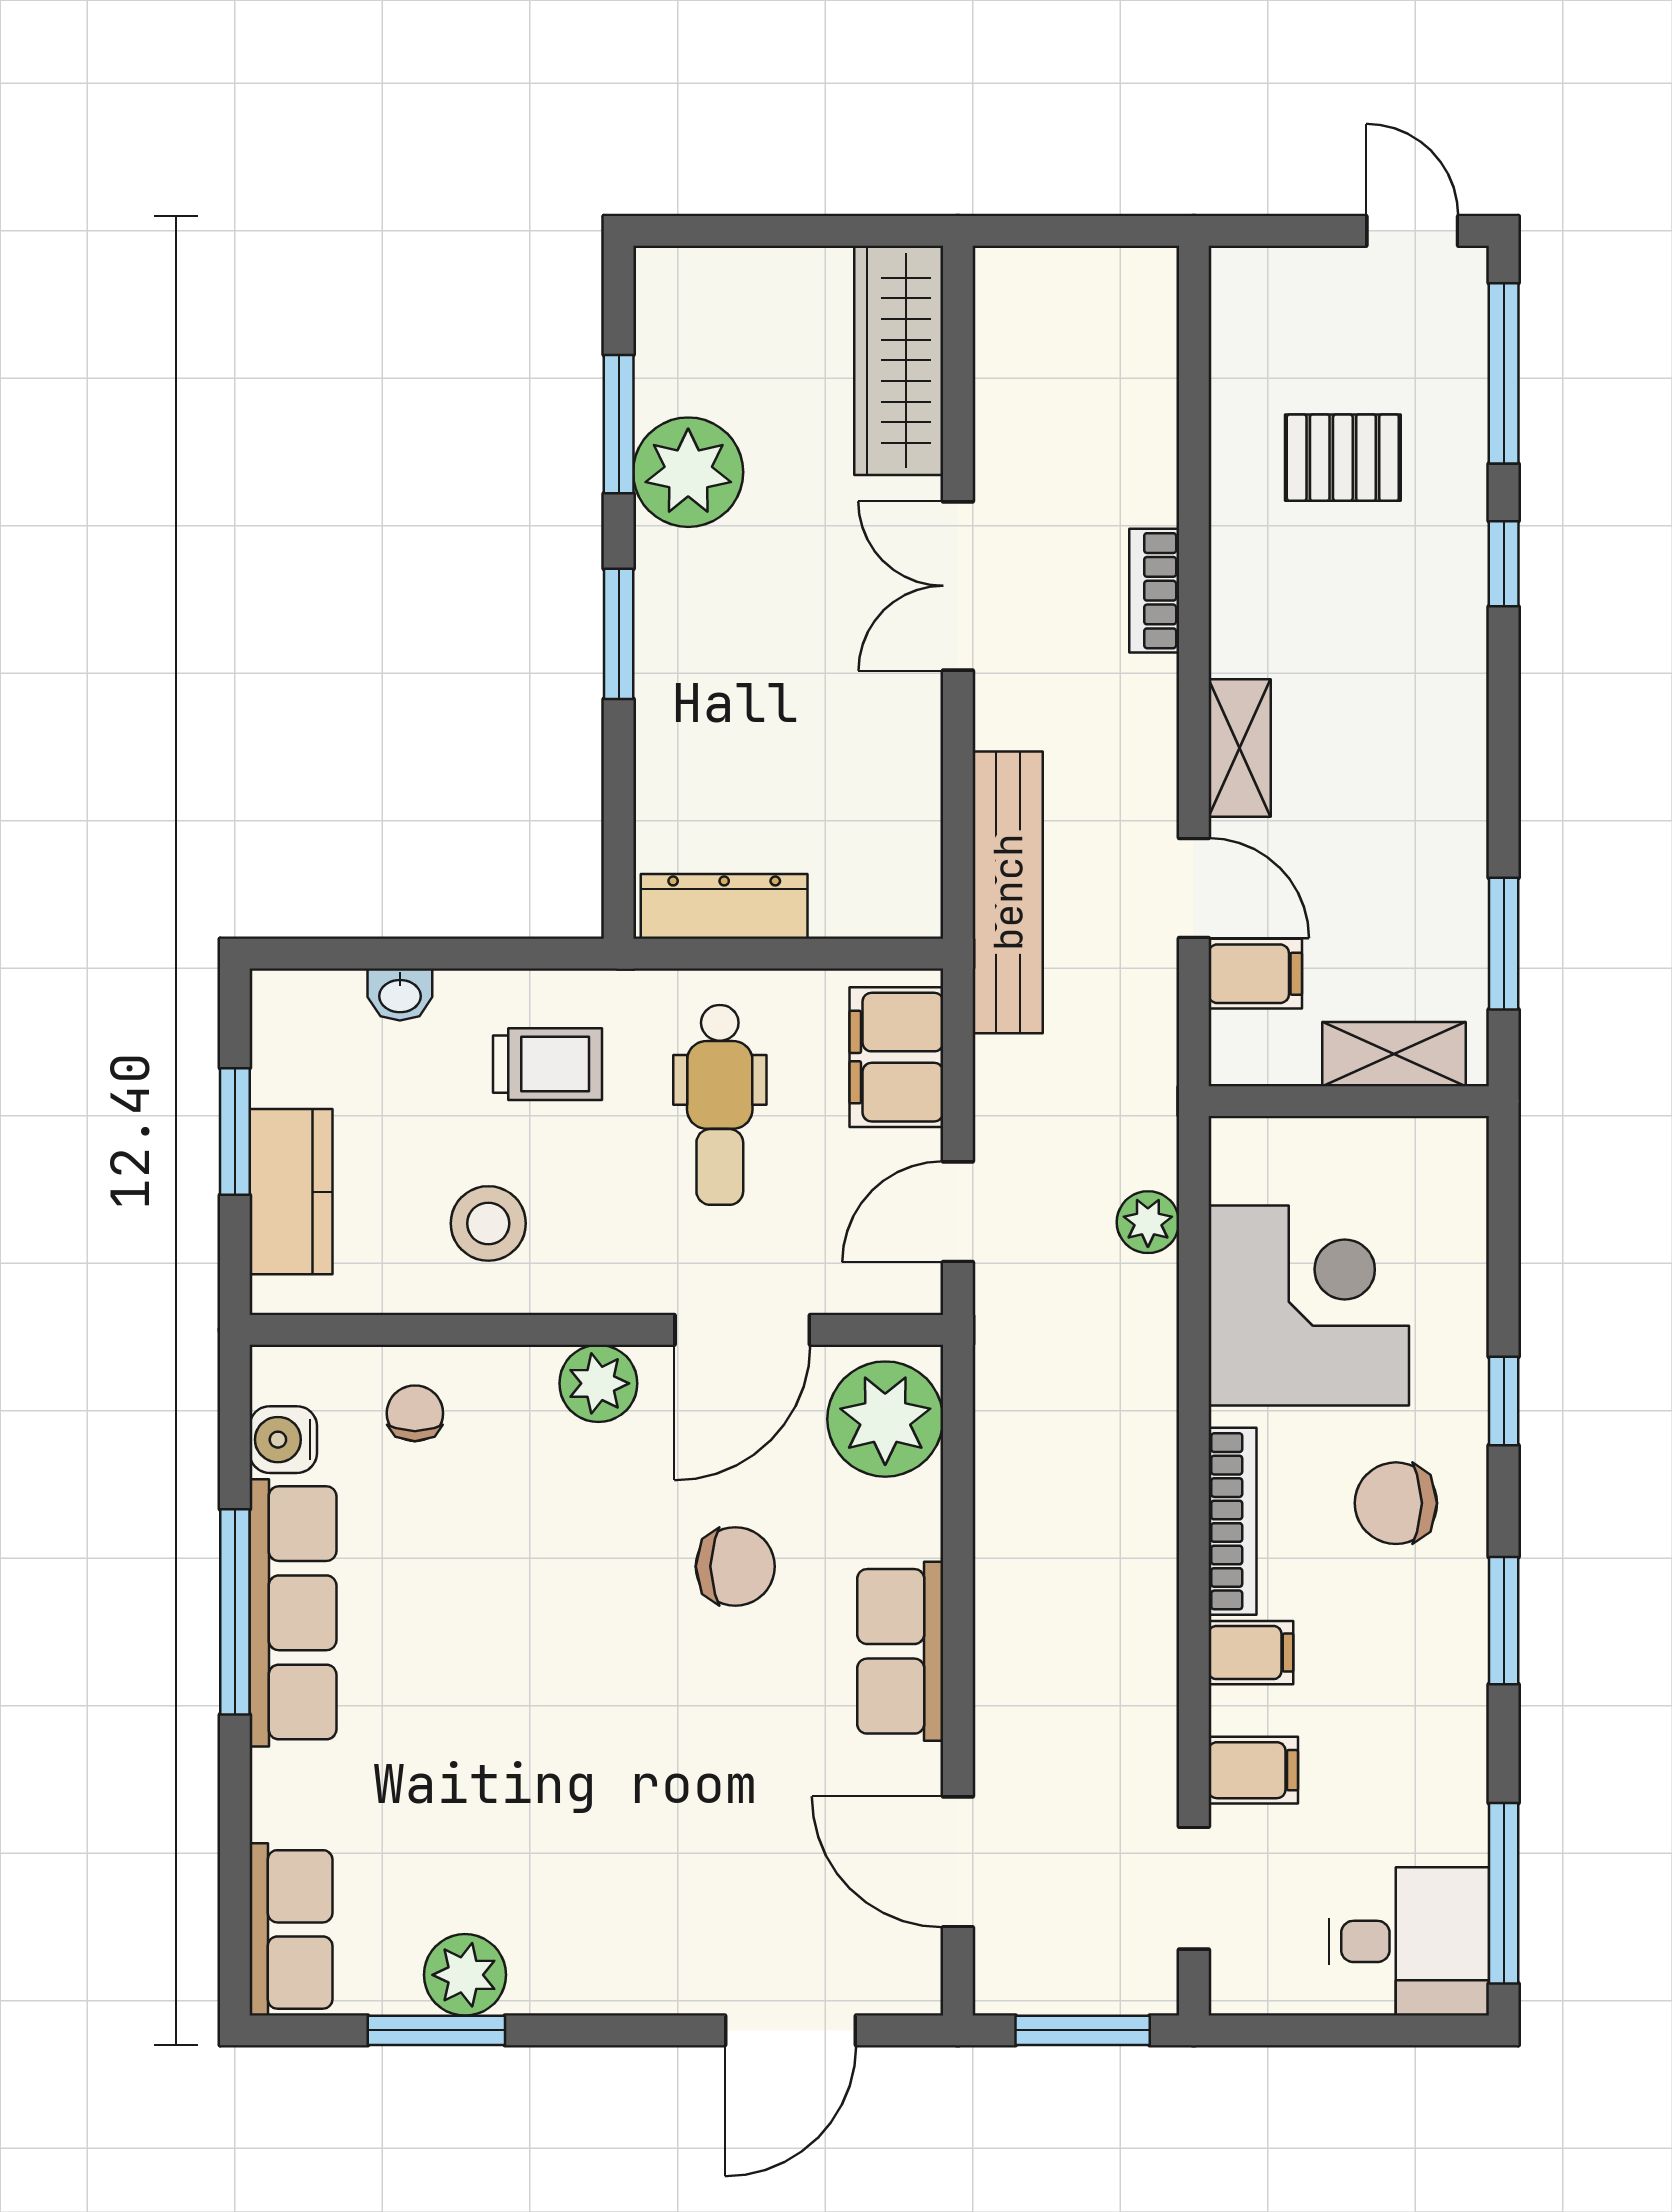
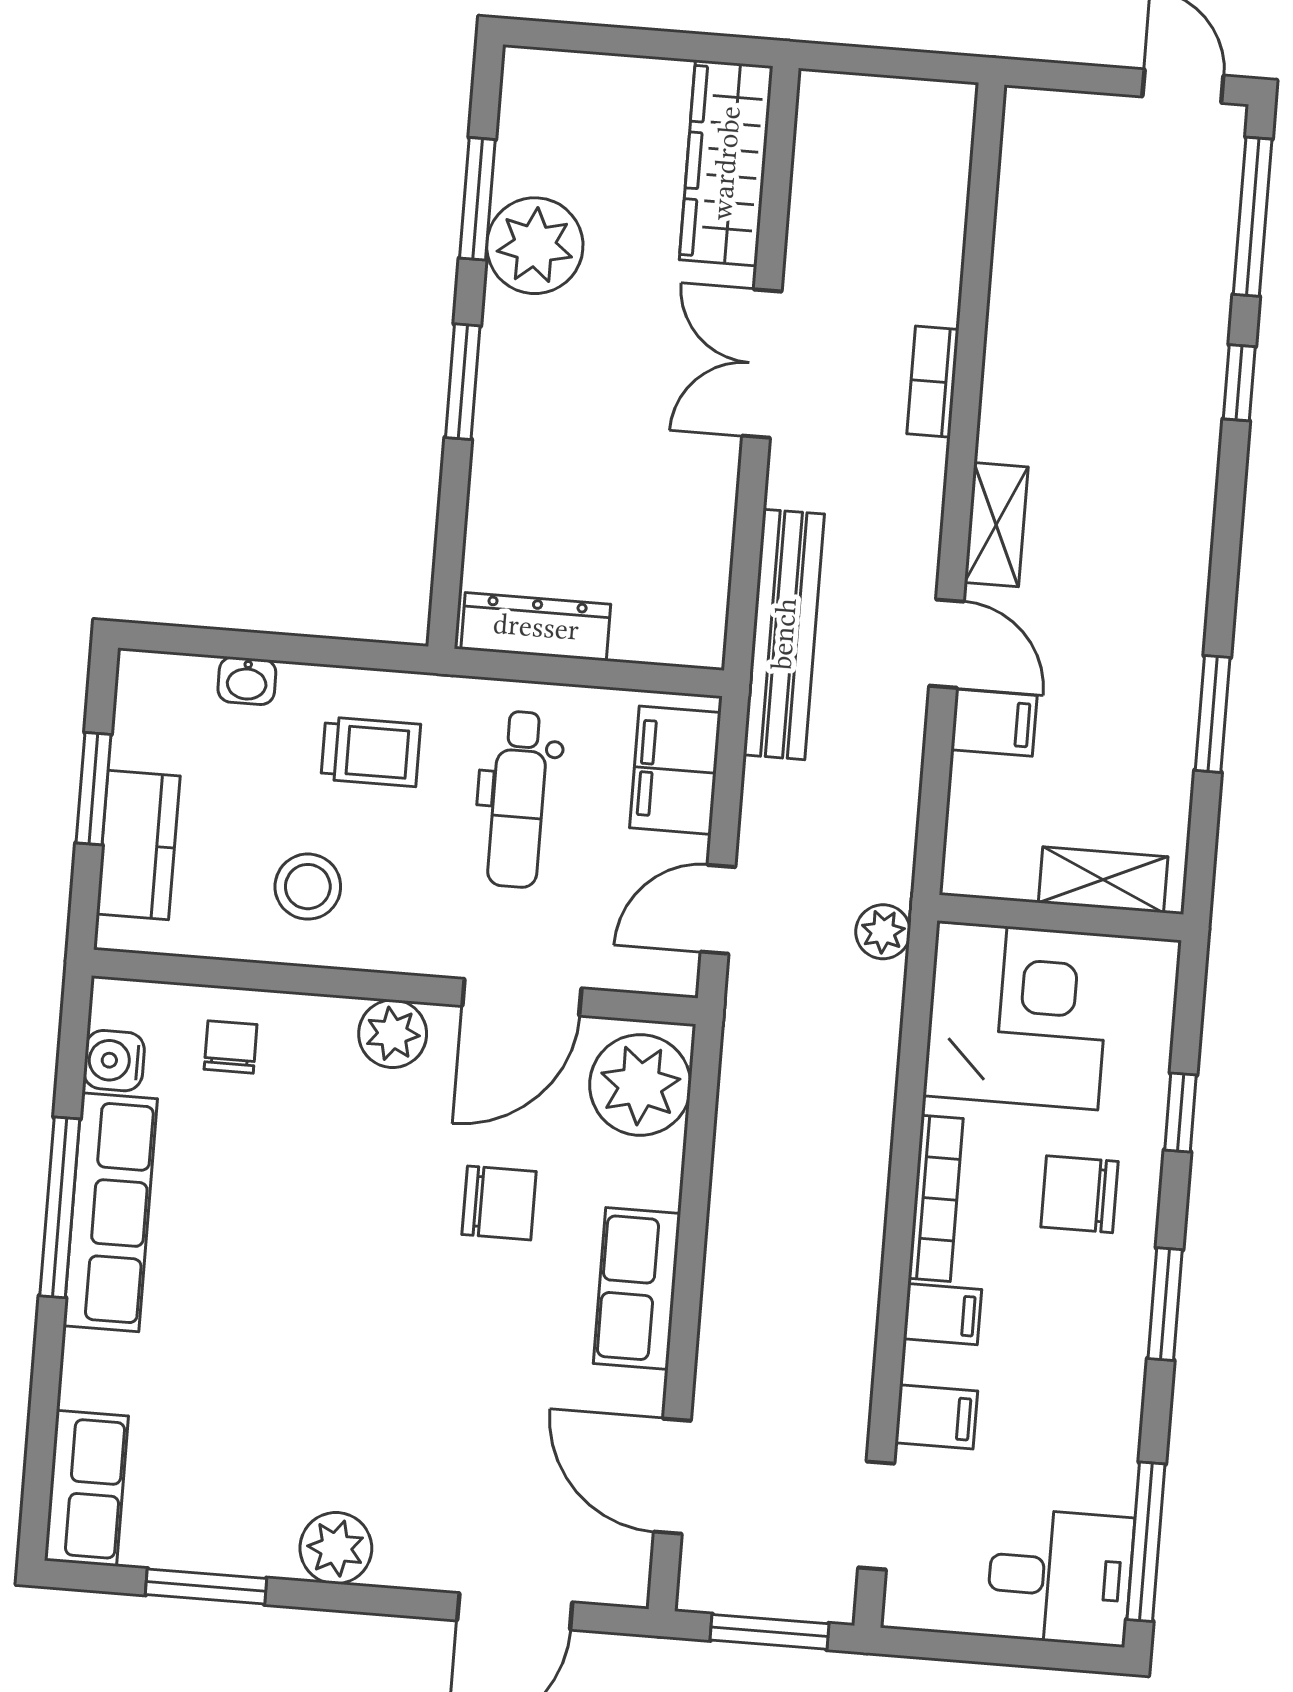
pallet: (1343, 458) -> (1107, 279), removed
shelving: (1394, 1054) -> (1103, 880), moved
wall: (1349, 1101) -> (1060, 918), moved
plant: (465, 1975) -> (336, 1548), moved

